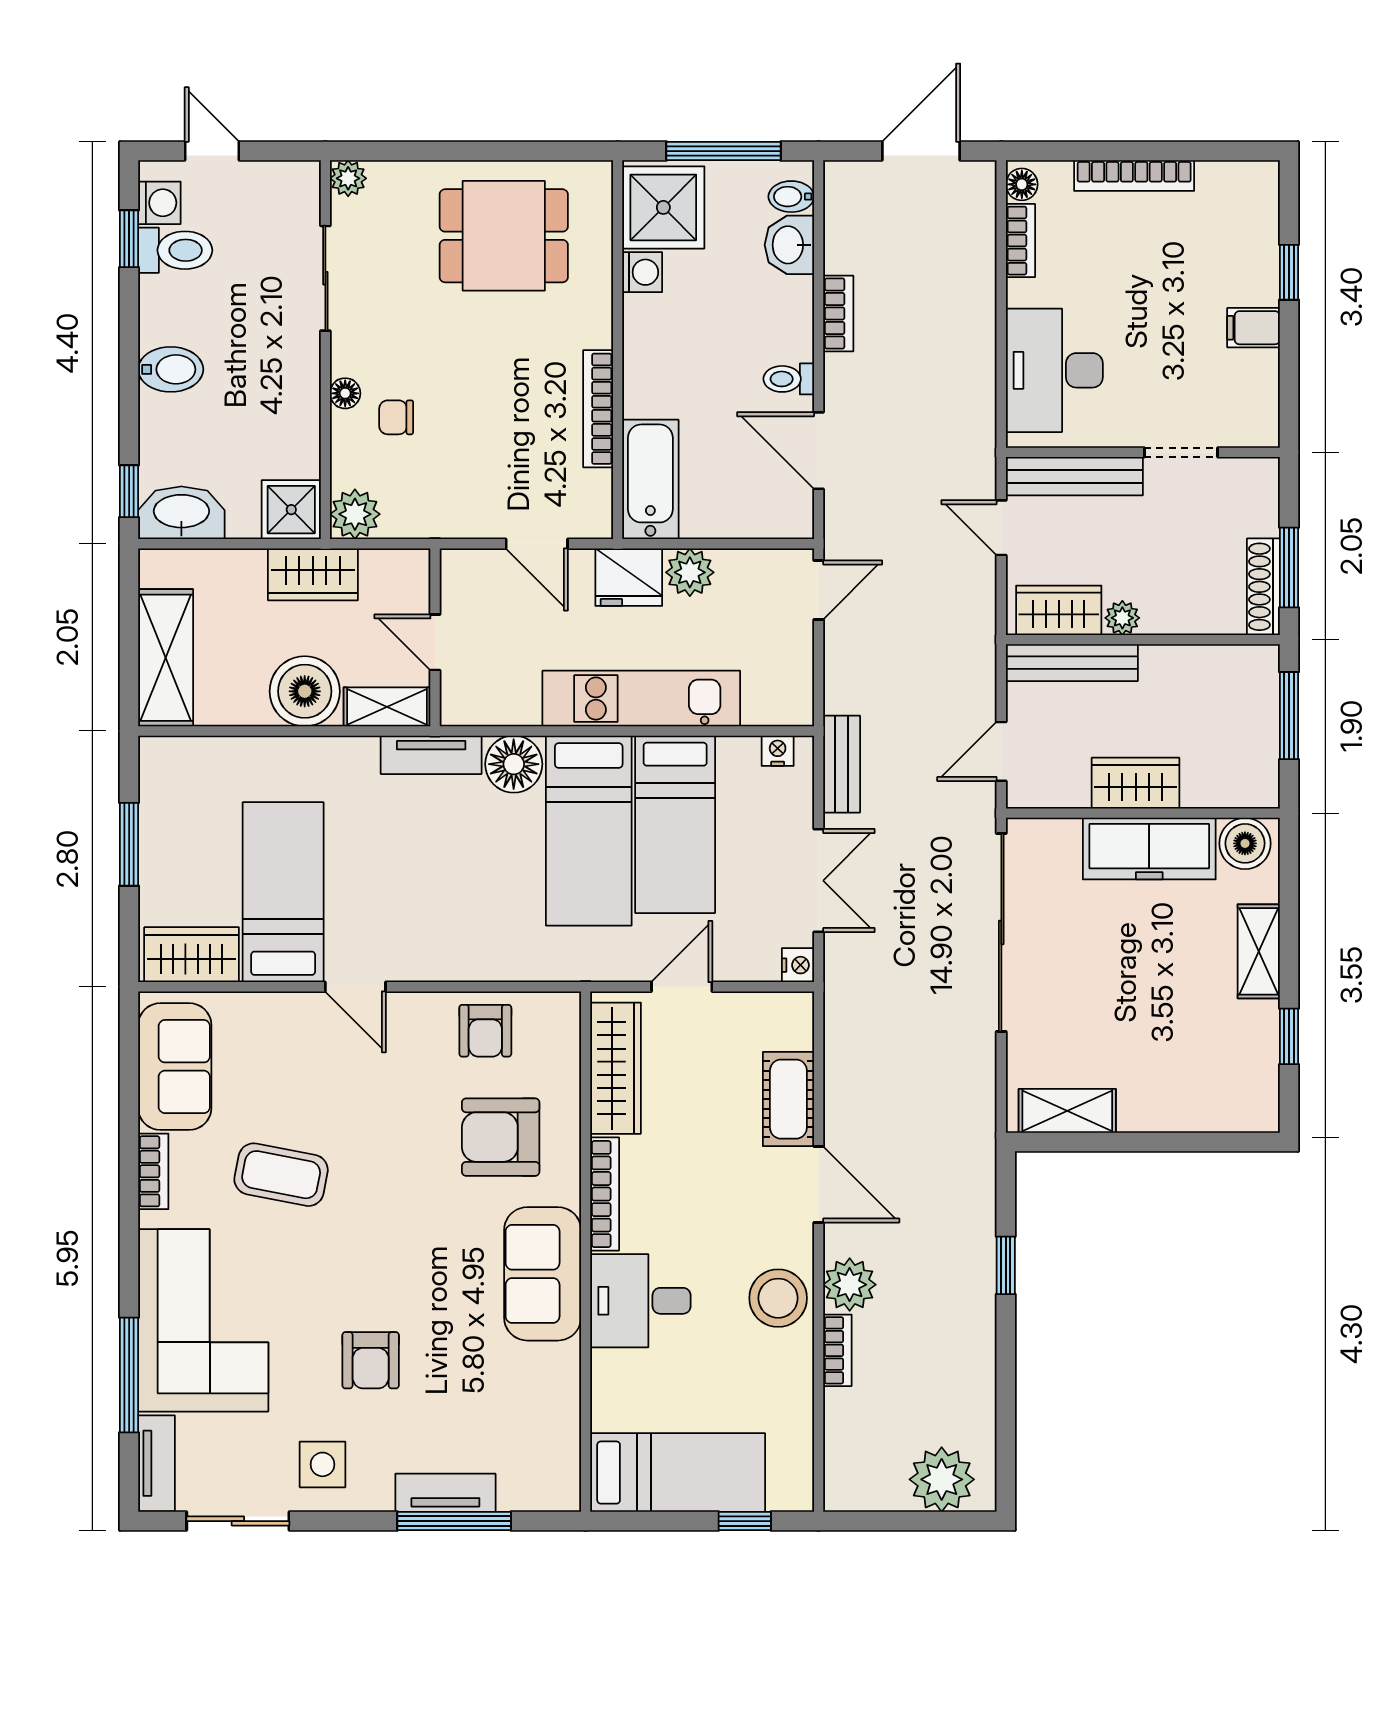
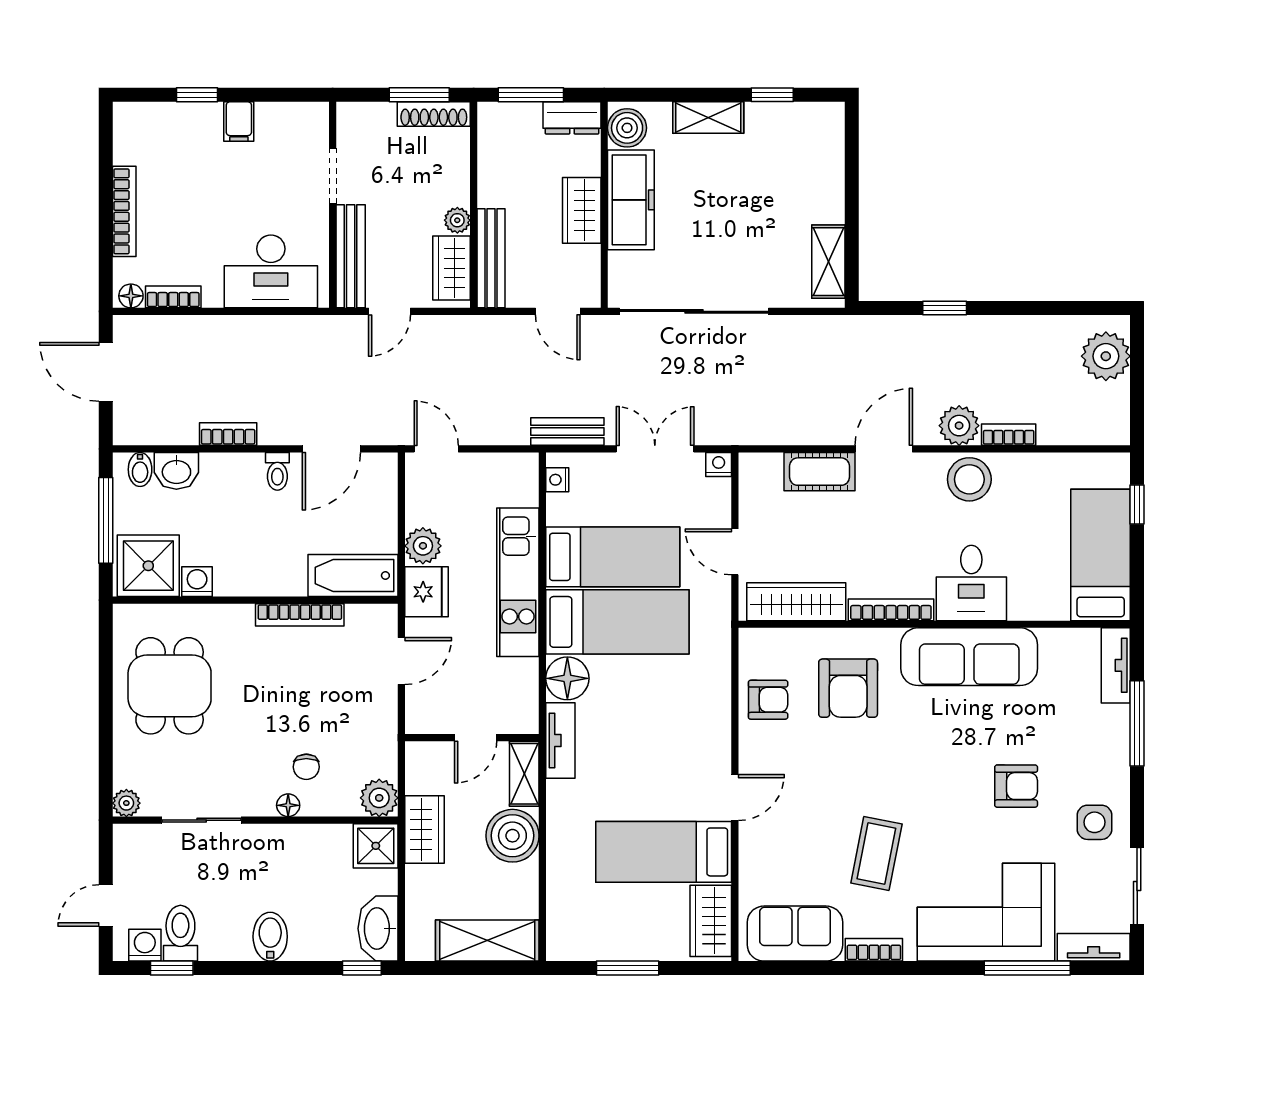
dresser: (1258, 770) -> (572, 118), added
sofa: (543, 1274) -> (969, 657), width x1.36
tv unit: (445, 1493) -> (1116, 665), moved

